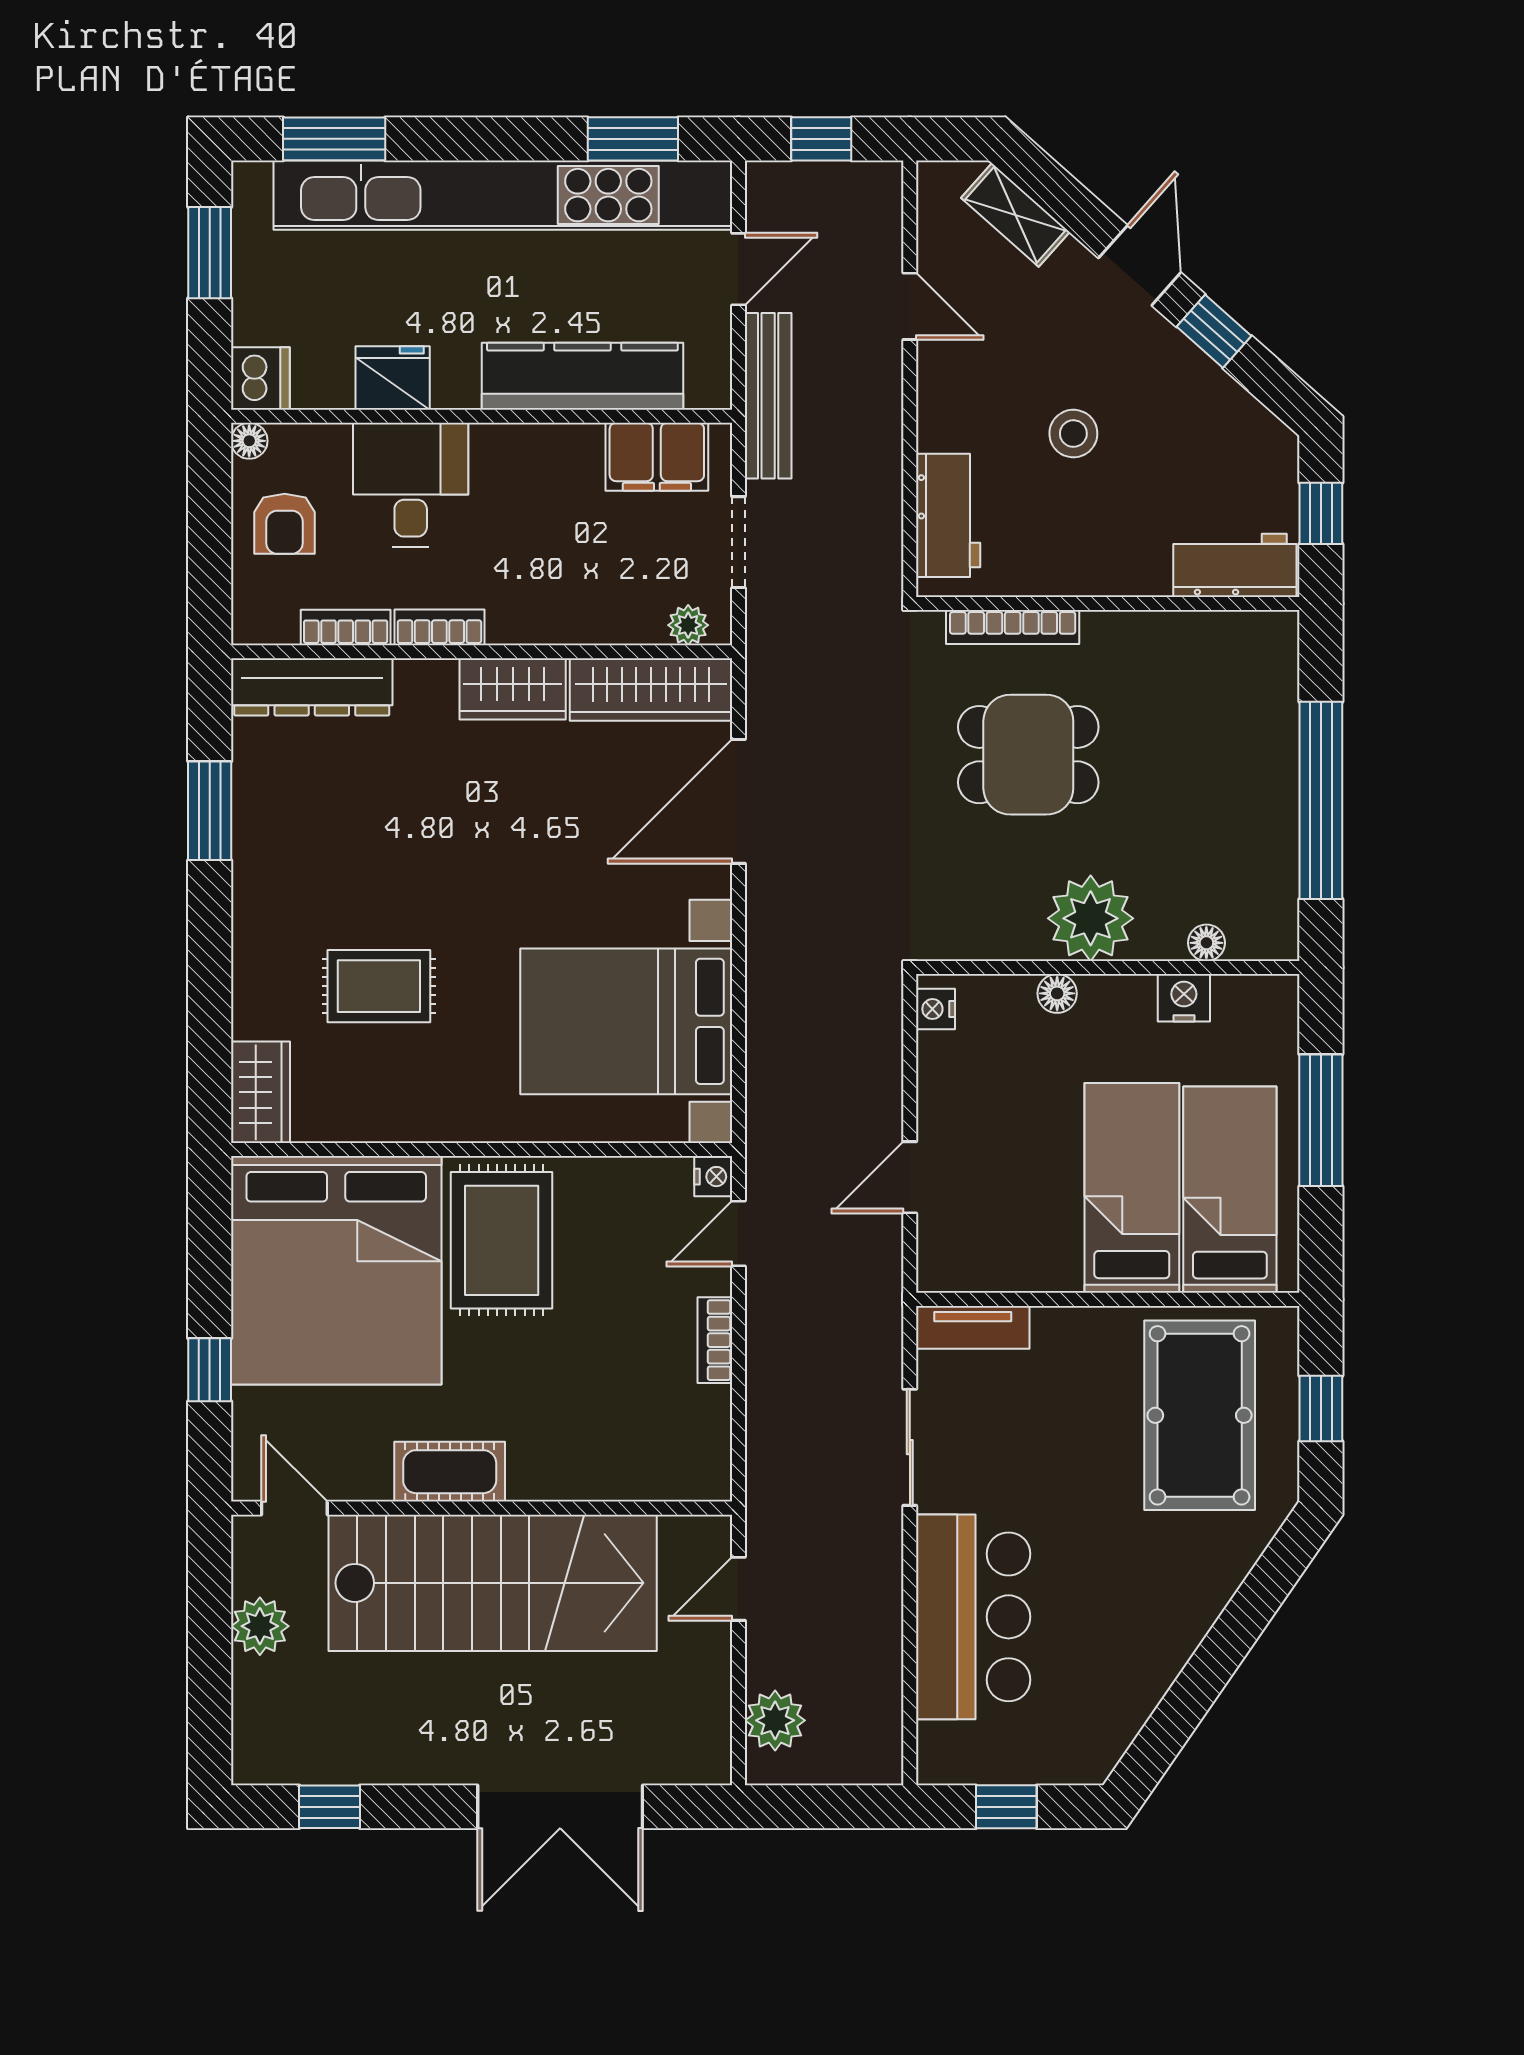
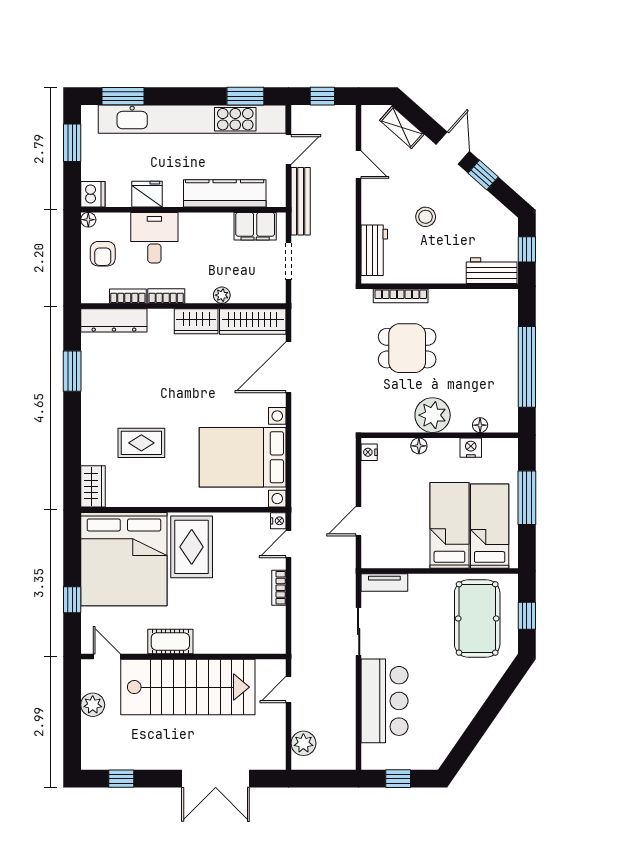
plant: (688, 625) -> (222, 295), moved

